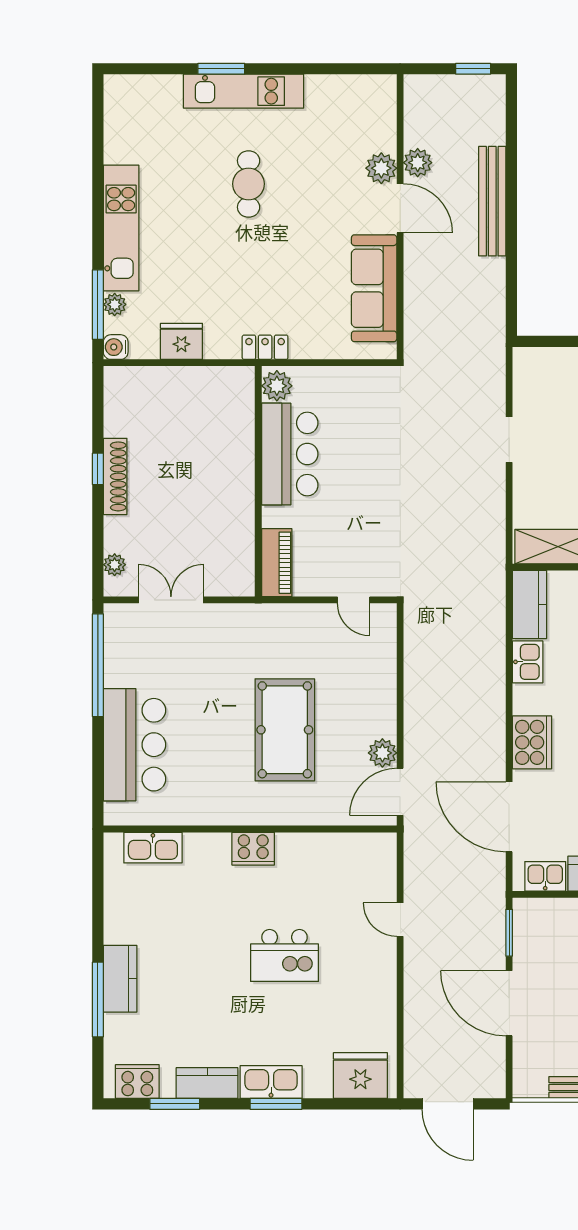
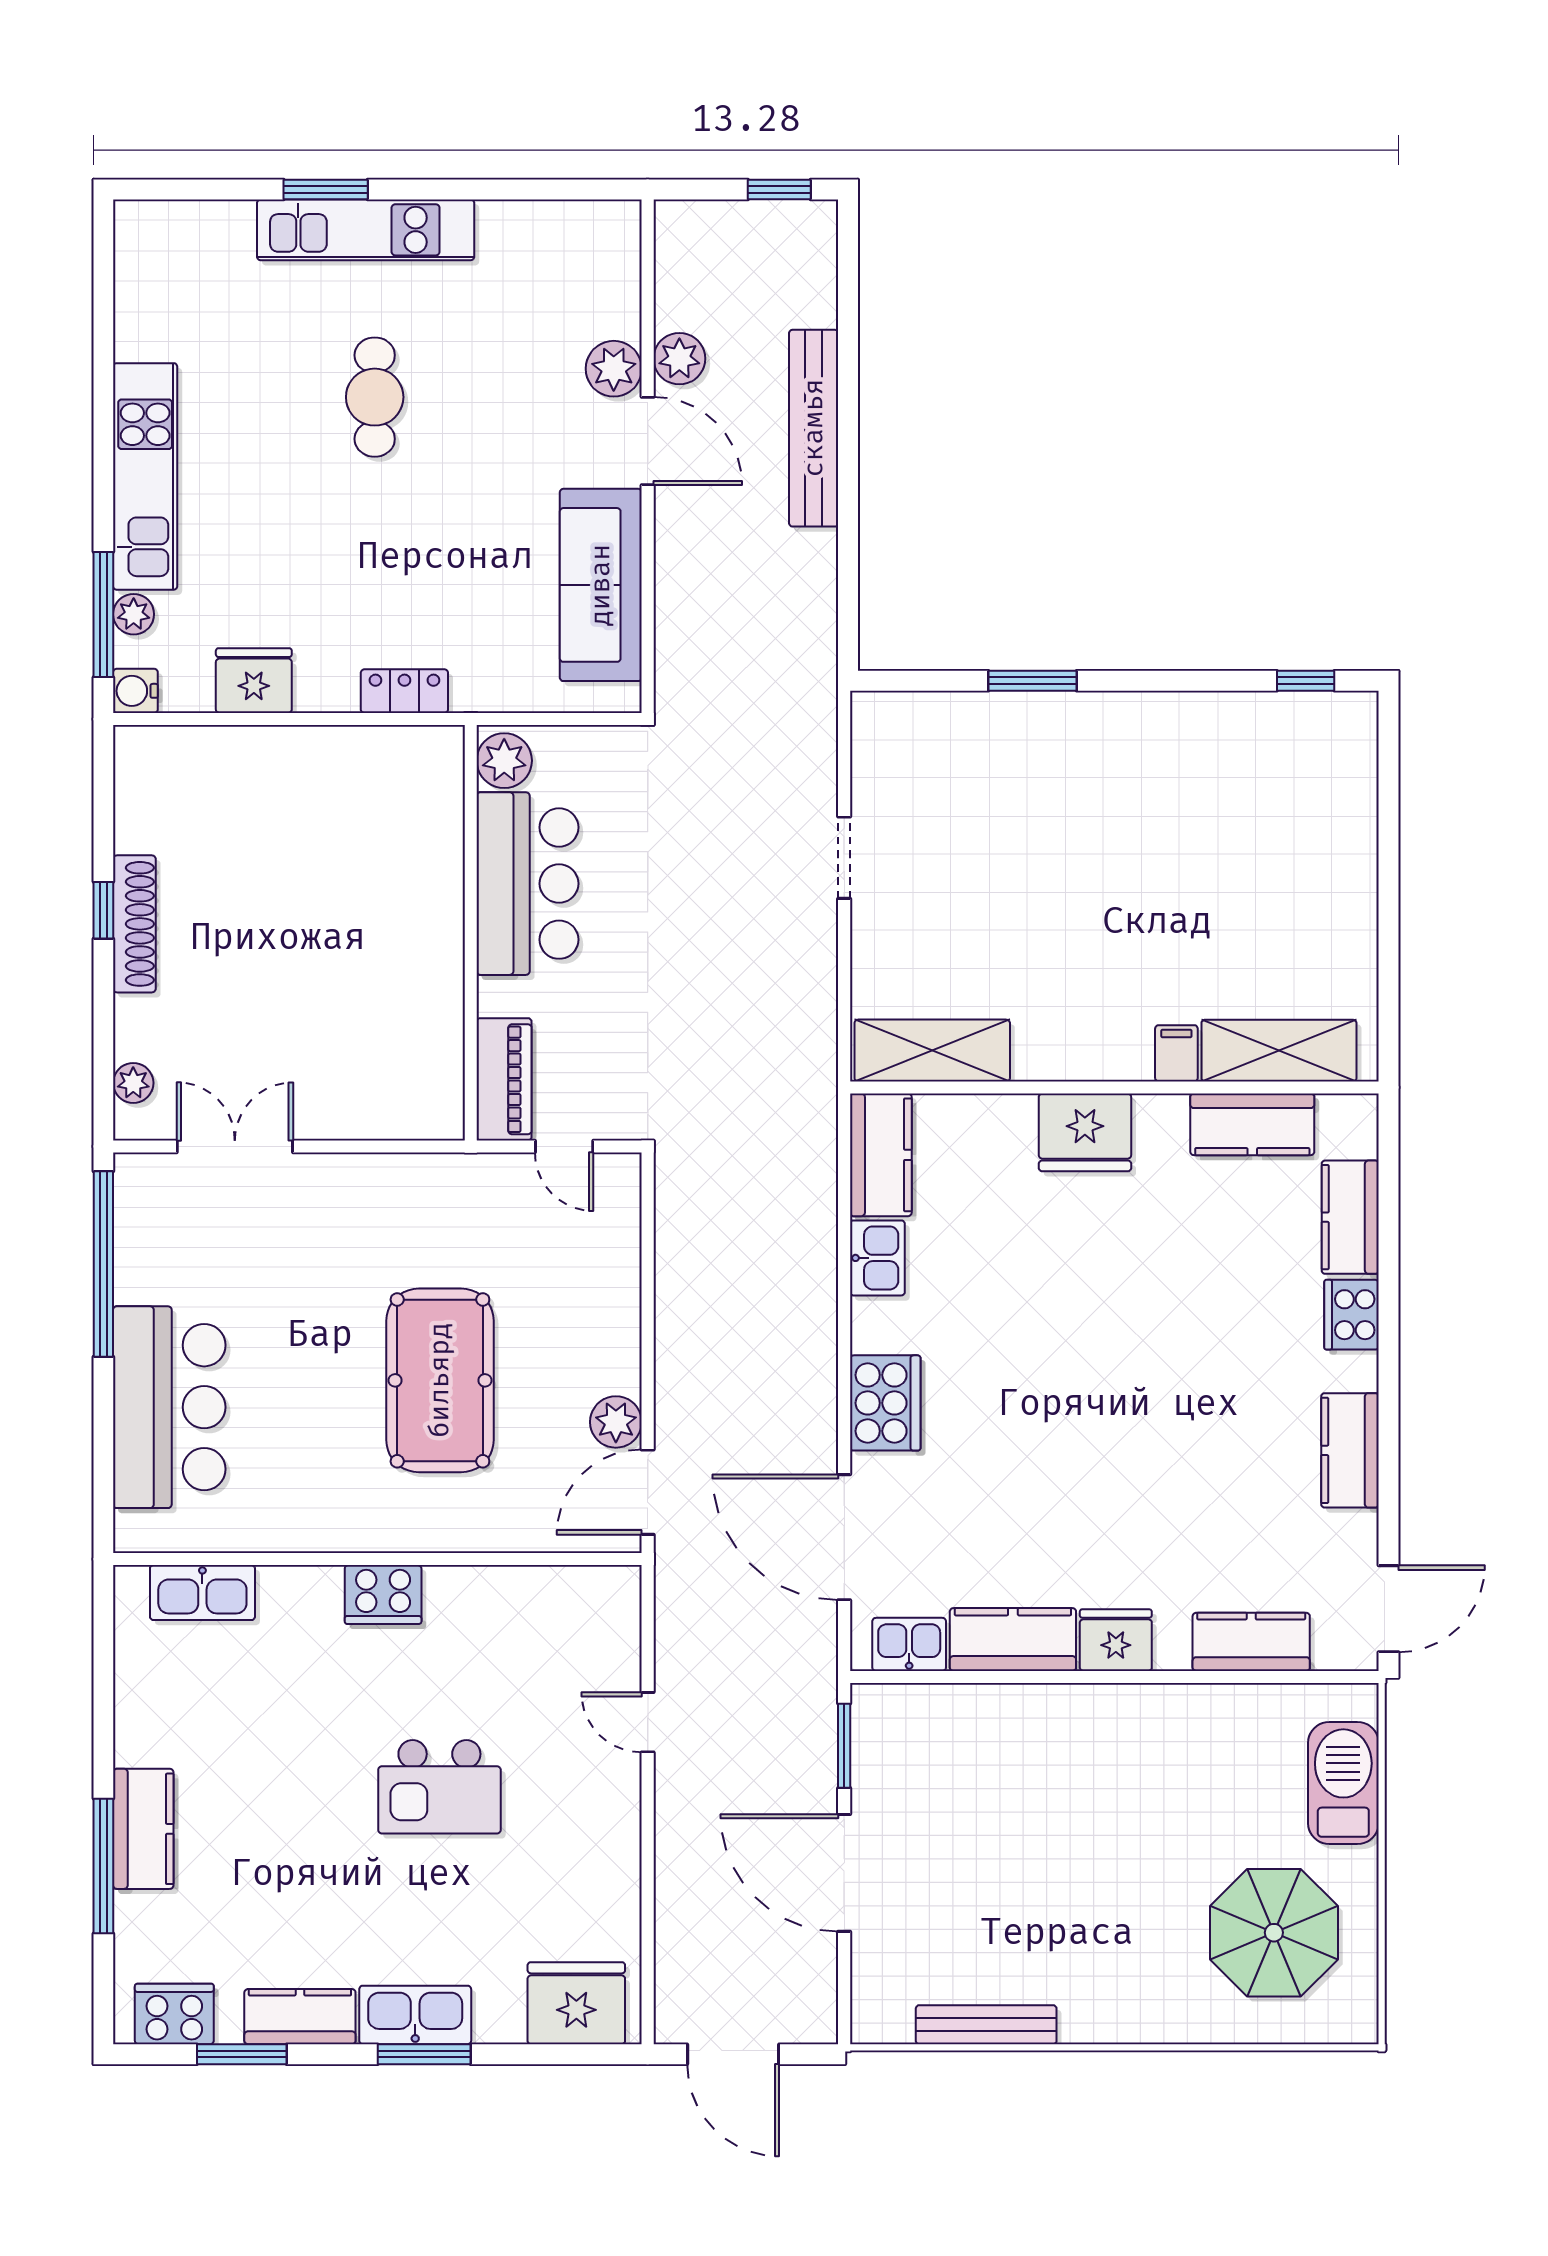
plant: (277, 386) -> (504, 761), moved
bar counter: (290, 454) -> (528, 884), moved
wall: (258, 481) -> (471, 933), moved
piano: (277, 563) -> (504, 1079), moved

